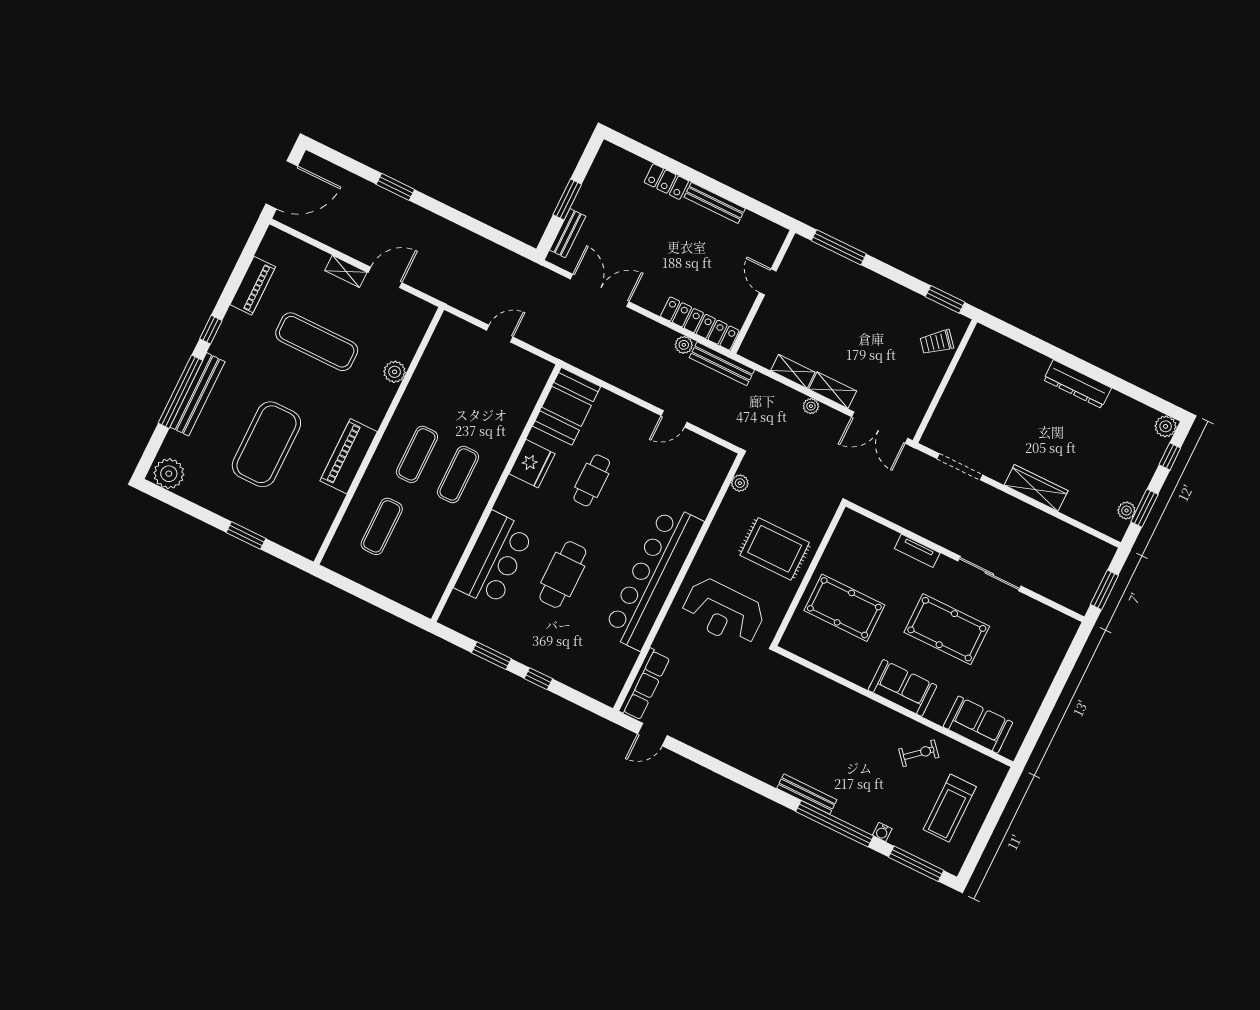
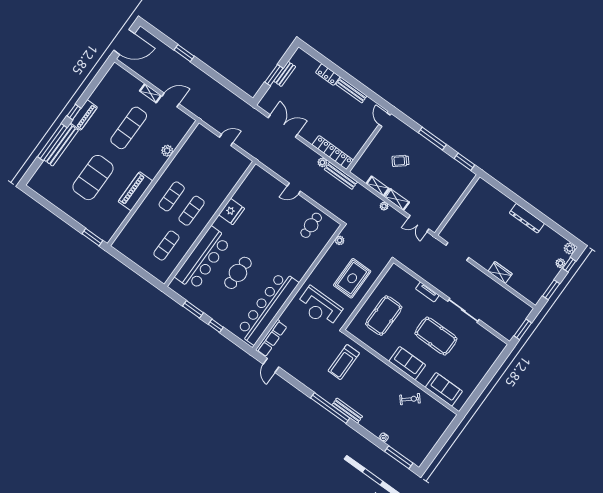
bench: (568, 233) -> (285, 74), moved
window: (839, 247) -> (432, 139), moved
door: (768, 282) -> (384, 120), moved
piano: (253, 286) -> (84, 115), moved
exercise mat: (317, 342) -> (129, 128), turned 90
trolley: (937, 342) -> (400, 161), moved
booth: (567, 406) -> (255, 184), removed
door: (674, 419) -> (294, 189), moved
double door: (880, 428) -> (418, 224), width x0.73
plant: (169, 474) -> (39, 184), removed
cafe table: (592, 480) -> (311, 225), moved
wardrobe: (1036, 488) -> (500, 272), width x0.67
plant: (1127, 511) -> (560, 263), moved
exercise mat: (382, 526) -> (166, 246), moved
window: (246, 535) -> (92, 237), moved
rug: (775, 549) -> (352, 278), turned 90
bar counter: (494, 559) -> (203, 259), width x1.36
bar counter: (653, 577) -> (267, 308), moved
pool table: (844, 608) -> (384, 316), turned 90
door: (652, 735) -> (271, 365), hinge flipped
treadmill: (950, 808) -> (344, 362), moved
window: (835, 824) -> (330, 408), moved

